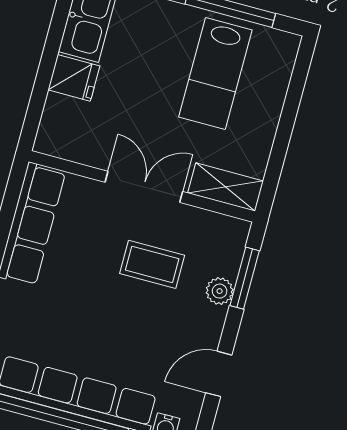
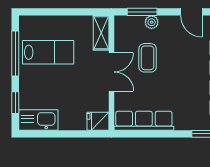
fridge: (74, 78) -> (98, 121), moved, turned -90
double door: (144, 187) -> (112, 72), swing flipped

